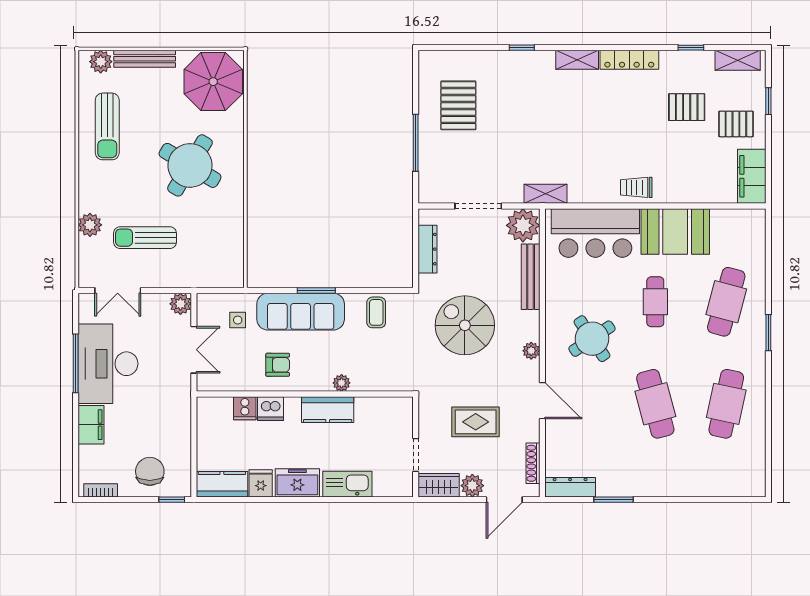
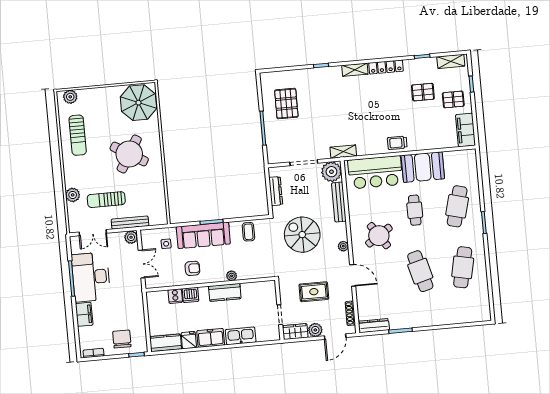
bench: (145, 59) -> (130, 223), moved

